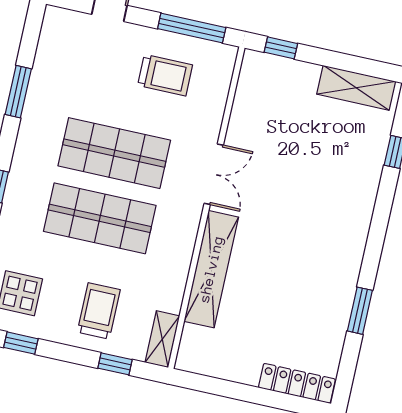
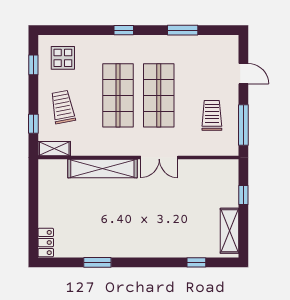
window: (281, 48) -> (243, 195), moved
trolley: (165, 75) -> (212, 115), turned 180
trolley: (99, 311) -> (63, 107), turned -101
locker: (297, 383) -> (46, 243), width x0.66

